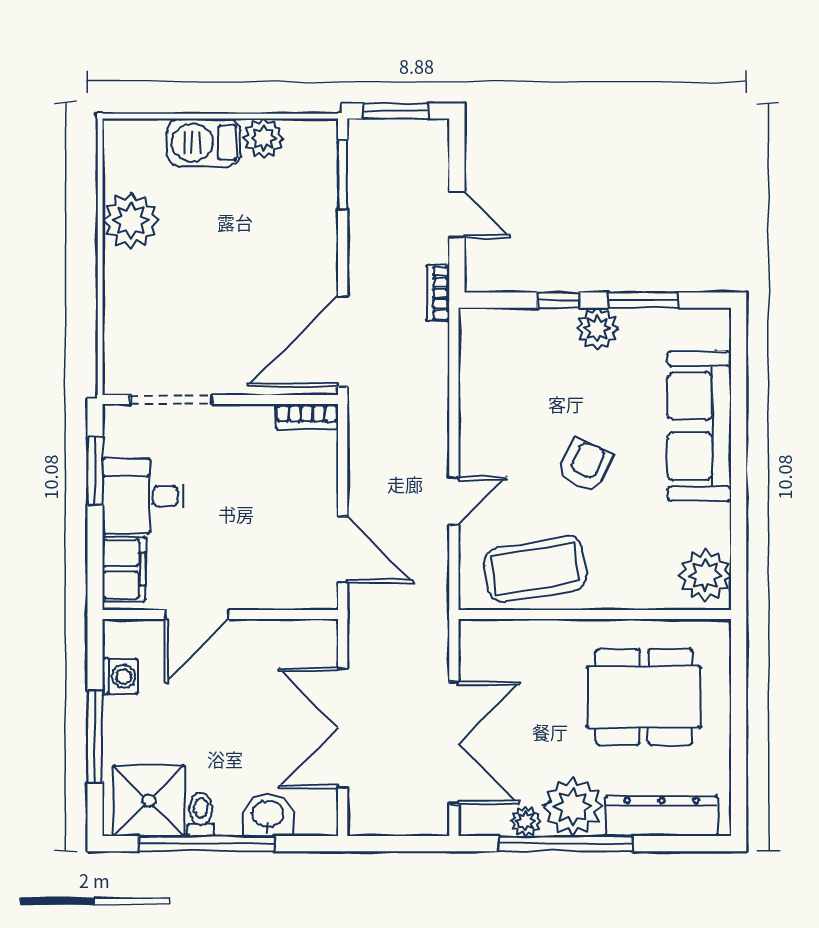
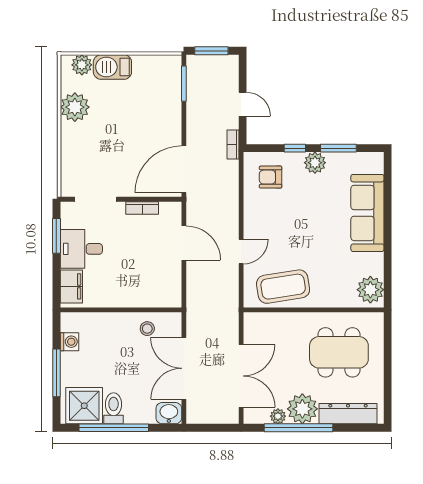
plant: (263, 138) -> (82, 65), moved
bookcase: (307, 416) -> (142, 208), moved
armchair: (585, 465) -> (271, 177), moved, turned -114
door: (343, 550) -> (184, 243), moved
door: (197, 615) -> (109, 310), removed
stool: (271, 651) -> (147, 329), added
toilet: (201, 814) -> (114, 408), width x1.37, depth x1.39
washbasin: (268, 815) -> (169, 413), moved

